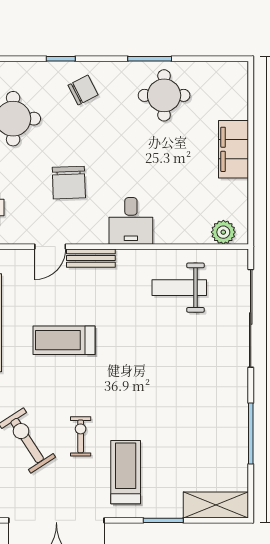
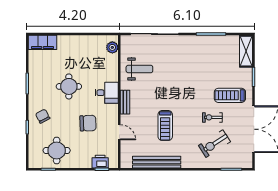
round table: (164, 95) -> (69, 86), moved
filing cabinet: (234, 149) -> (42, 42), moved
bench: (91, 258) -> (125, 102), moved
weight bench: (179, 288) -> (139, 69), turned -90

